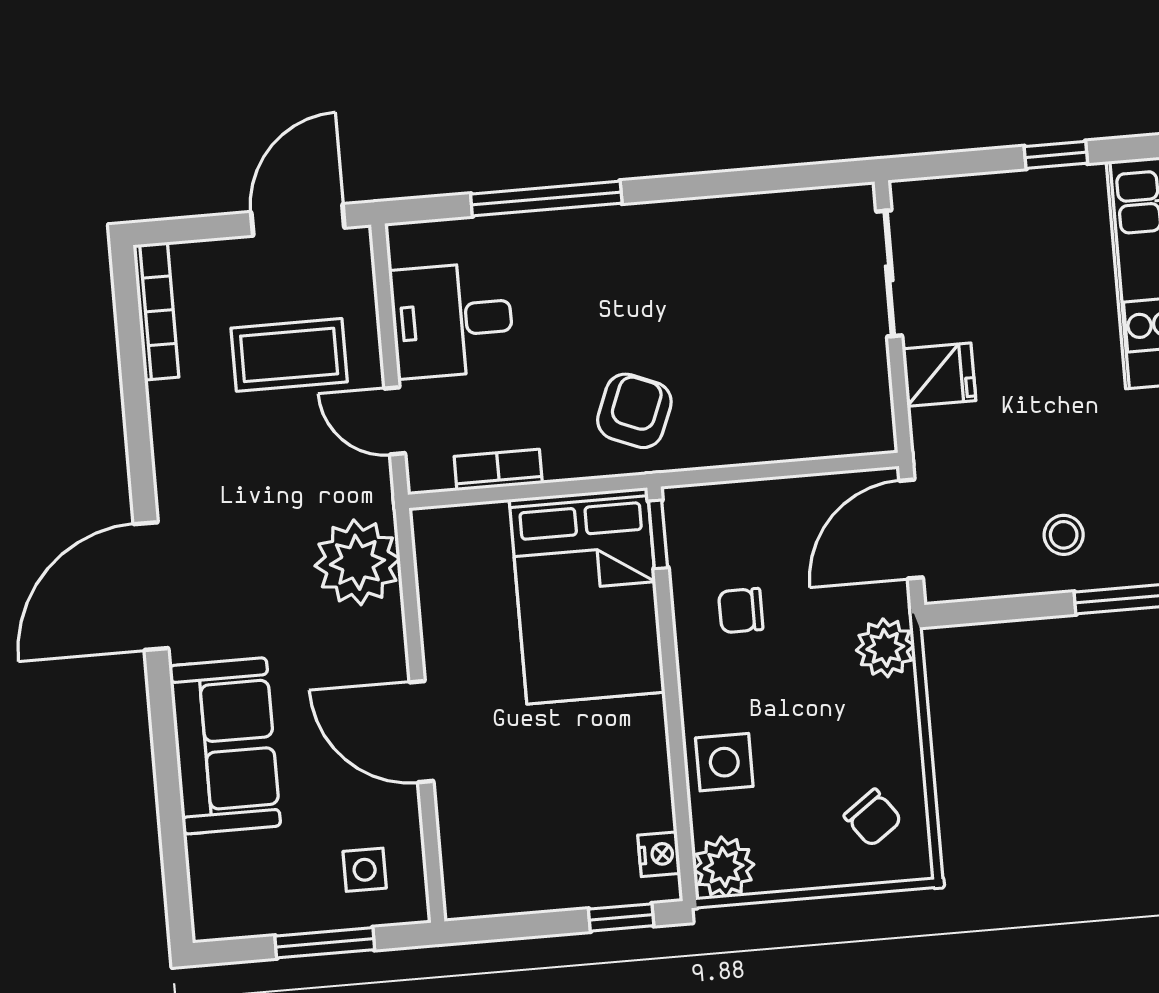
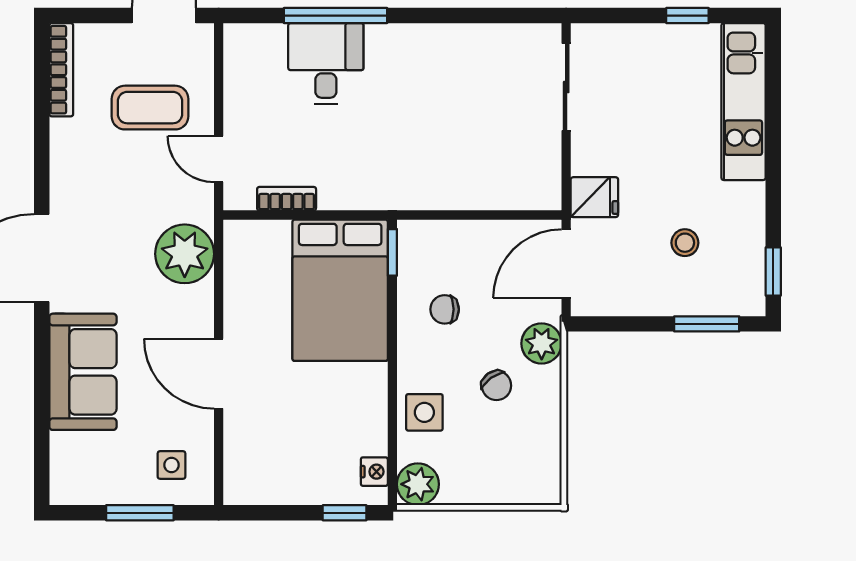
desk: (452, 320) -> (326, 64), moved, turned 90
fridge: (939, 375) -> (594, 197), moved
armchair: (634, 411) -> (383, 166), removed
stool: (1064, 535) -> (685, 243), moved
chair: (873, 818) -> (496, 386), moved

